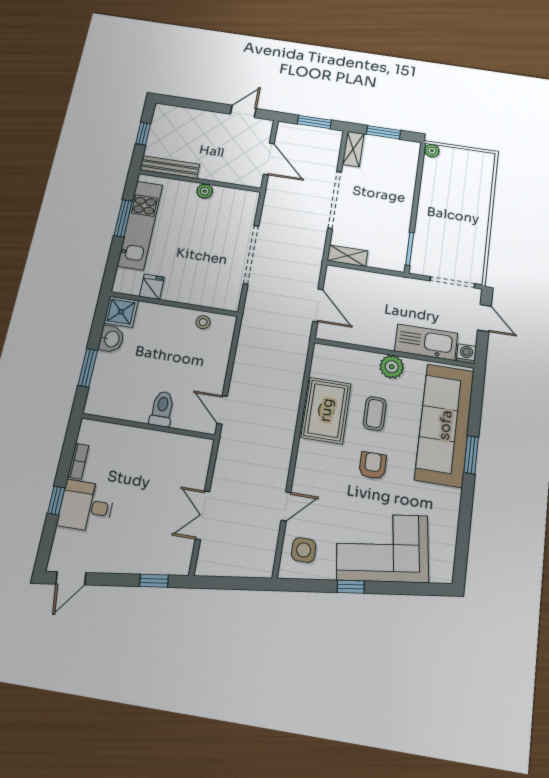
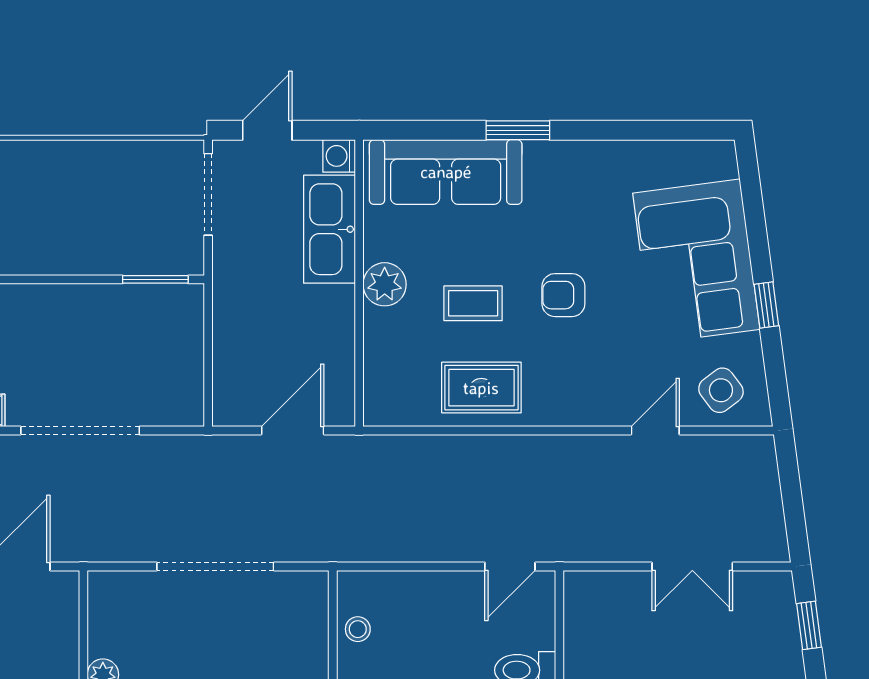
shelving: (347, 256) -> (188, 391), removed
rug: (326, 410) -> (481, 388), width x0.73, depth x0.70
sofa: (445, 425) -> (446, 172), width x0.74, depth x0.79
door: (286, 506) -> (655, 431), hinge flipped
side table: (304, 550) -> (721, 390), turned -37

